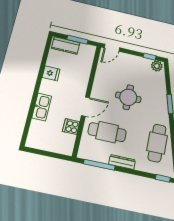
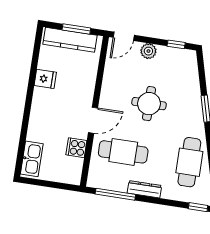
kitchen counter: (66, 45) -> (70, 40), width x1.50
plant: (157, 66) -> (148, 51), moved
kitchen sink: (42, 107) -> (32, 159), moved

